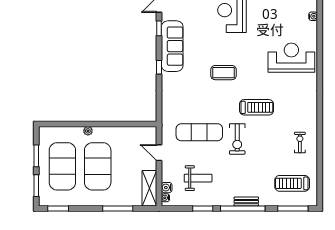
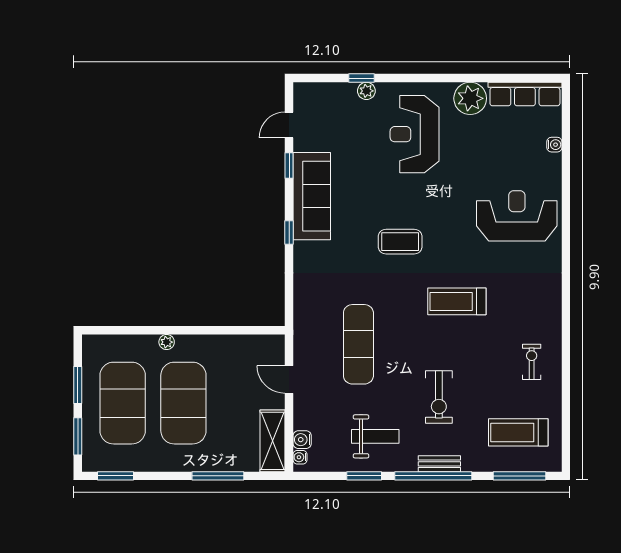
treadmill: (257, 107) -> (457, 301), turned 180
exercise mat: (199, 132) -> (358, 344), turned 90
exercise bike: (237, 139) -> (439, 397), moved
weight bench: (198, 178) -> (375, 436), moved

